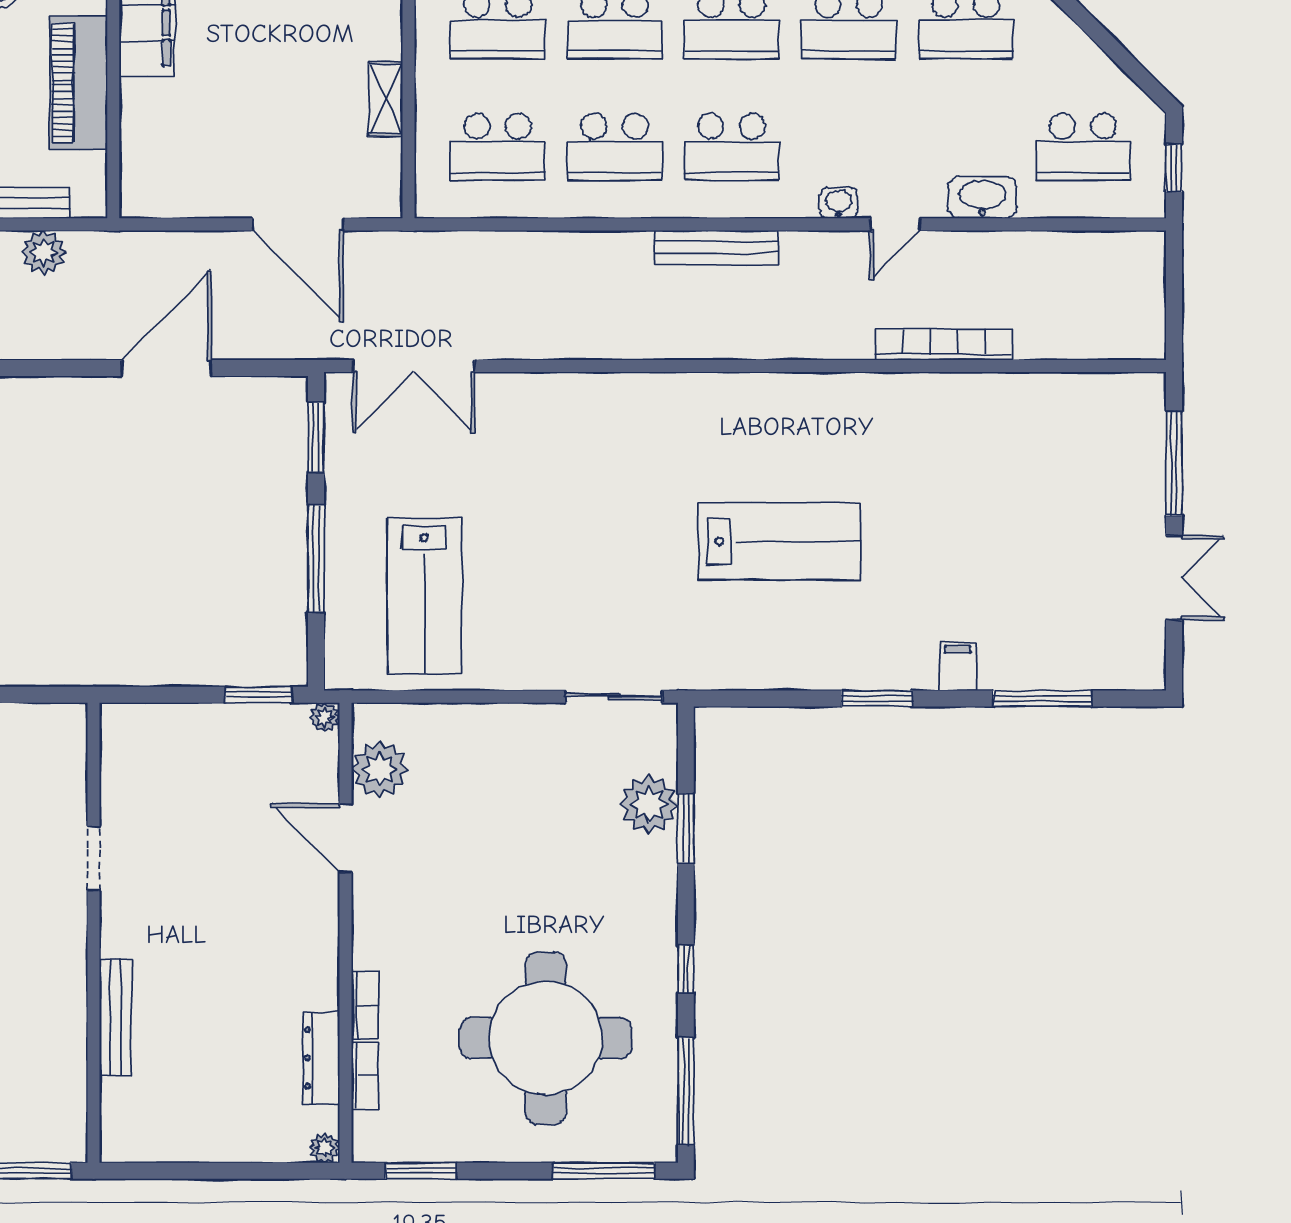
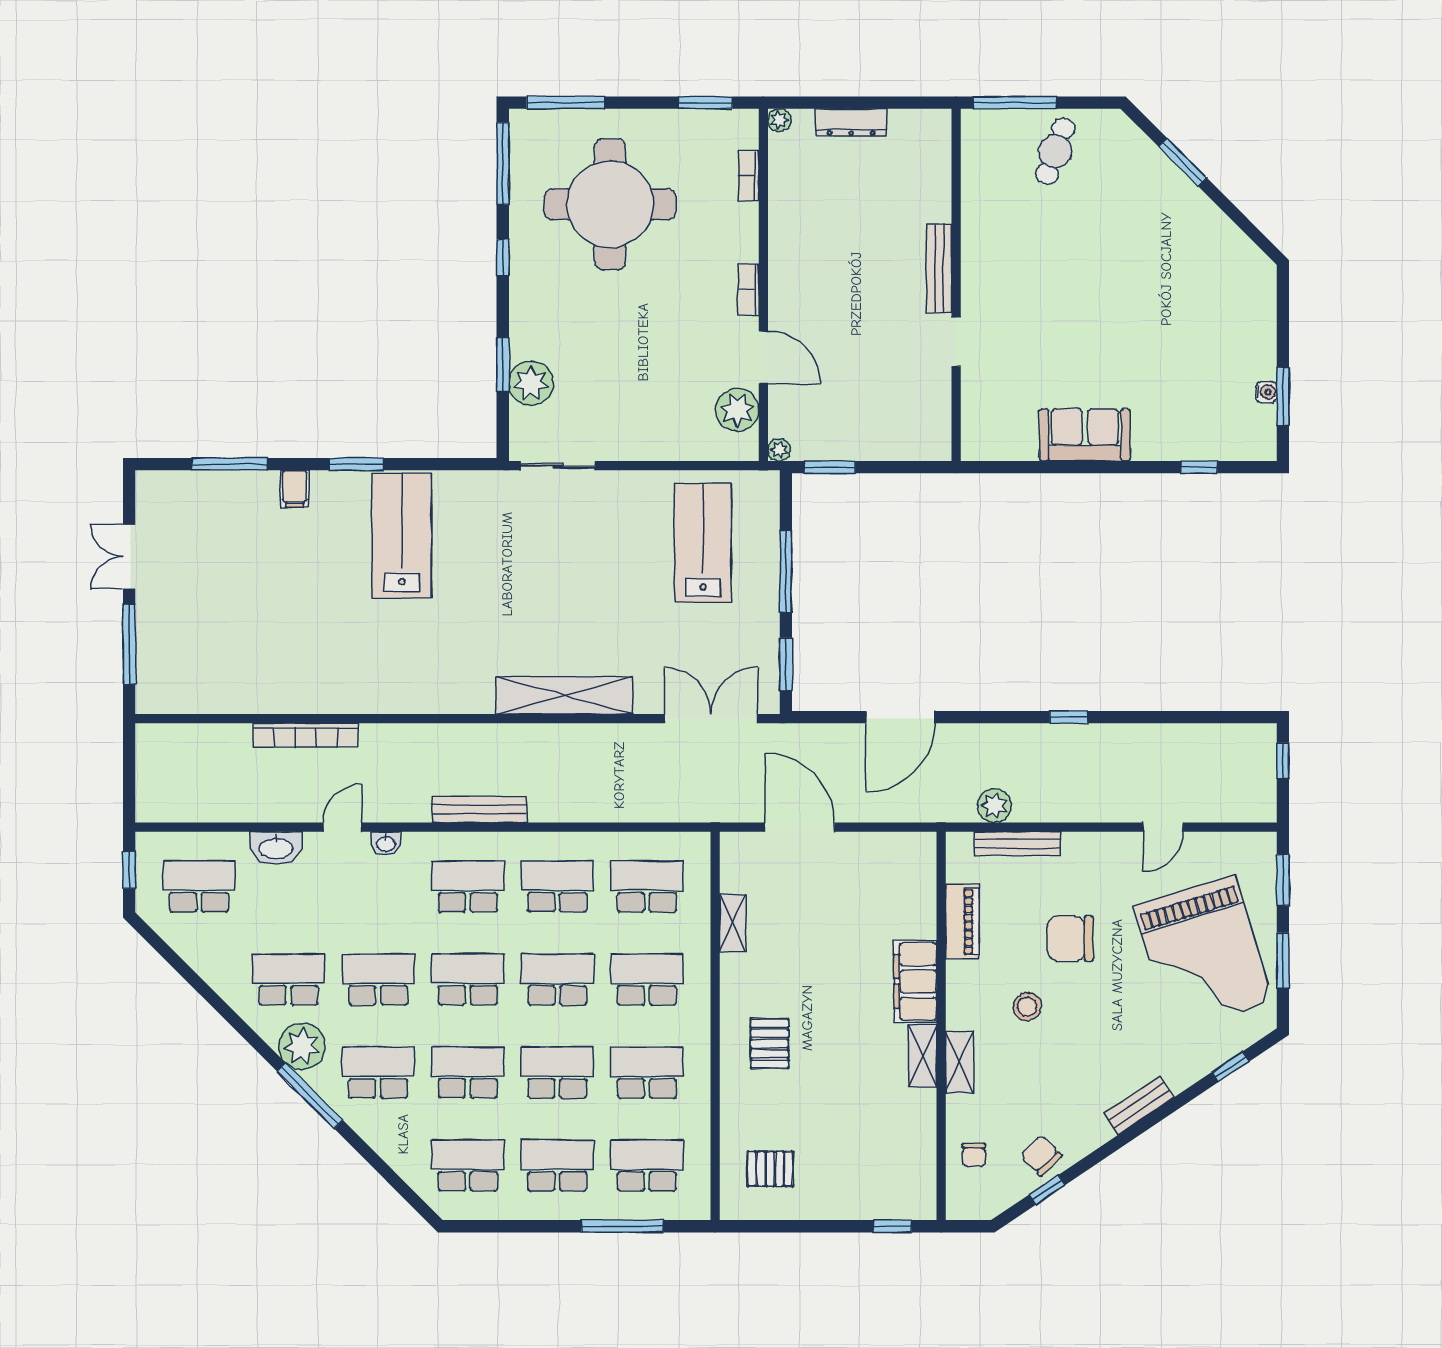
piano: (78, 83) -> (962, 922), width x0.73, depth x0.75
shelving: (605, 396) -> (564, 695), added
lab bench: (780, 541) -> (402, 536), moved, turned 90
bookcase: (365, 1005) -> (748, 290), moved
bench: (116, 1017) -> (939, 268), moved
dresser: (322, 1058) -> (851, 122), moved, turned 90

